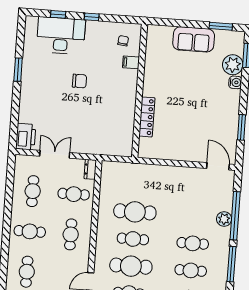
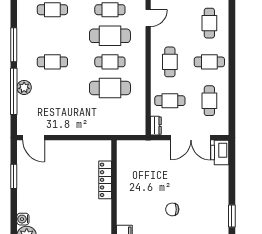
double door: (55, 154) -> (191, 138), width x1.37
cafe table: (191, 270) -> (52, 36), removed

